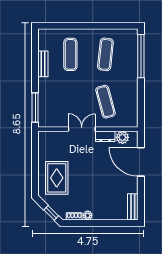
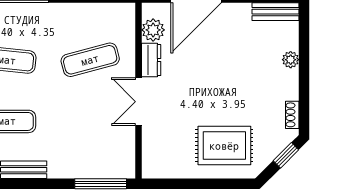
plant: (88, 215) -> (291, 60), moved

